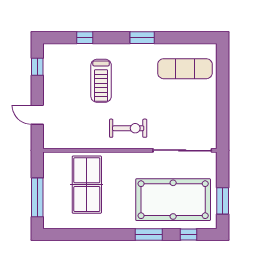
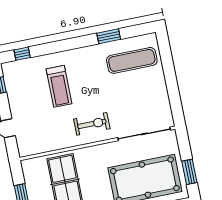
window: (85, 38) -> (22, 54), moved
window: (142, 38) -> (109, 36), moved

